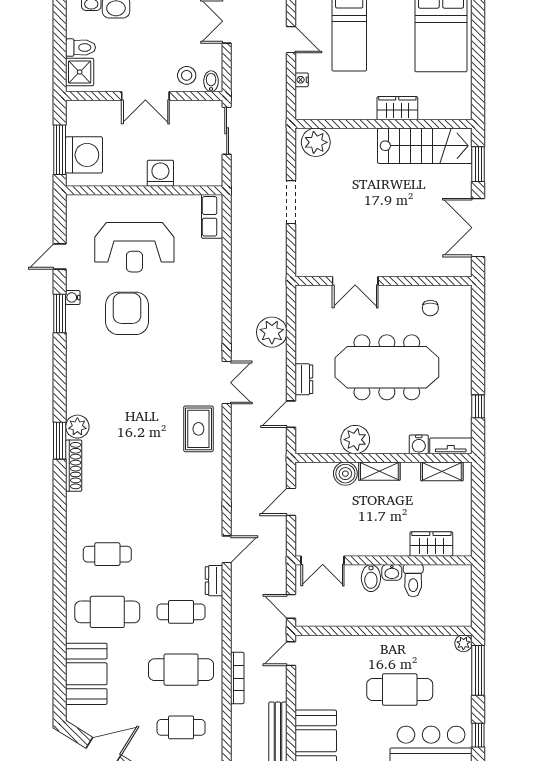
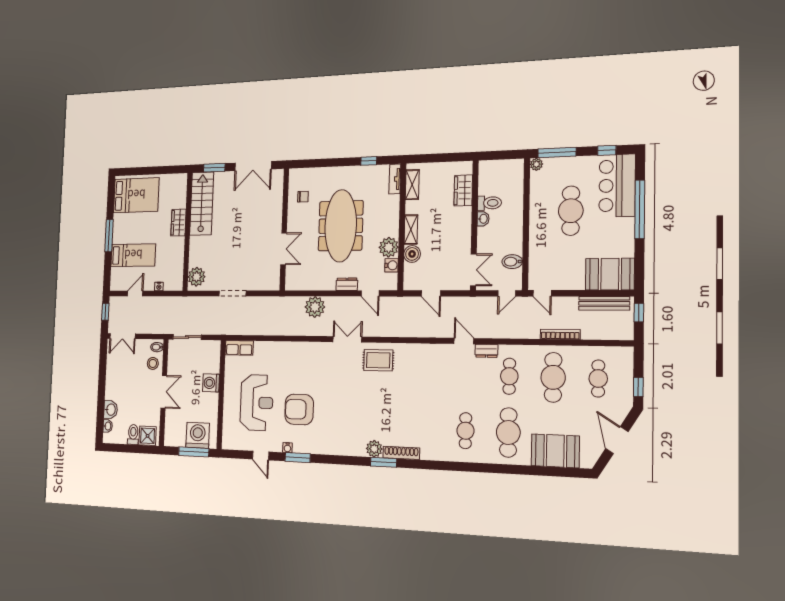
water cooler: (419, 444) -> (391, 265), moved
bidet: (371, 578) -> (512, 262), moved, turned 180

